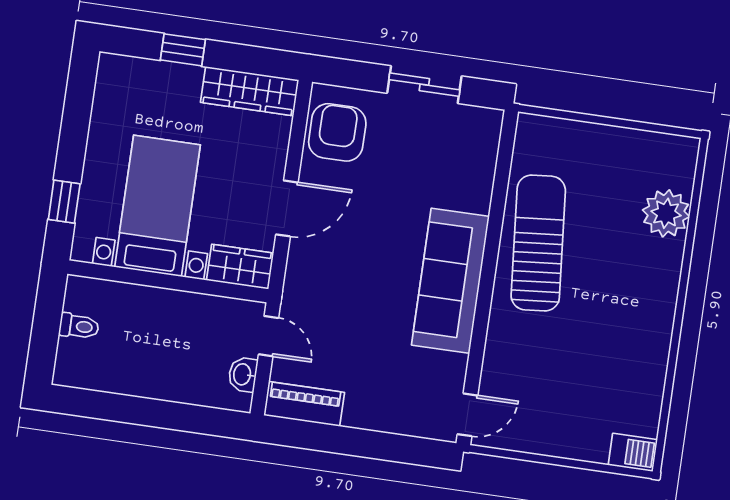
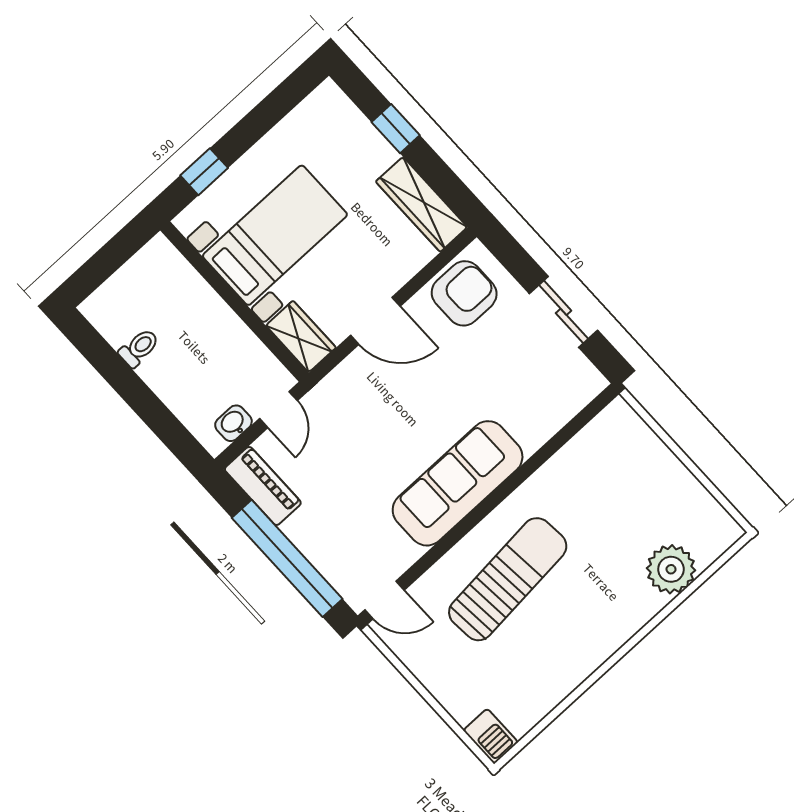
sun lounger: (538, 243) -> (508, 579), moved
toilet: (79, 326) -> (139, 348), moved, turned -90
window: (368, 444) -> (287, 558), added

